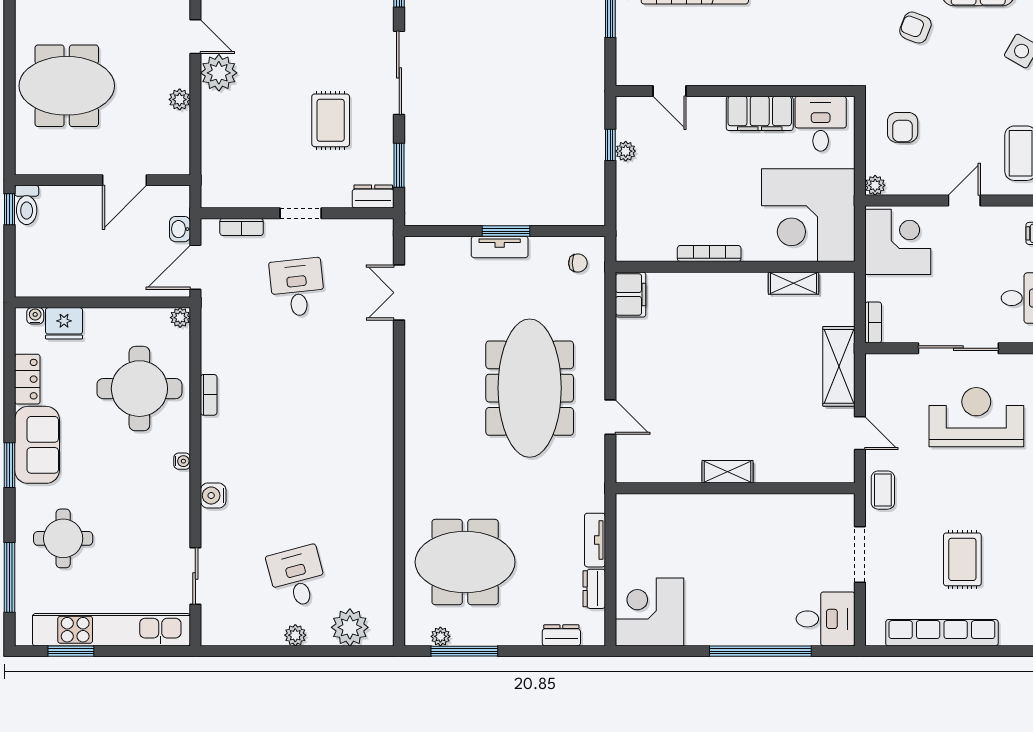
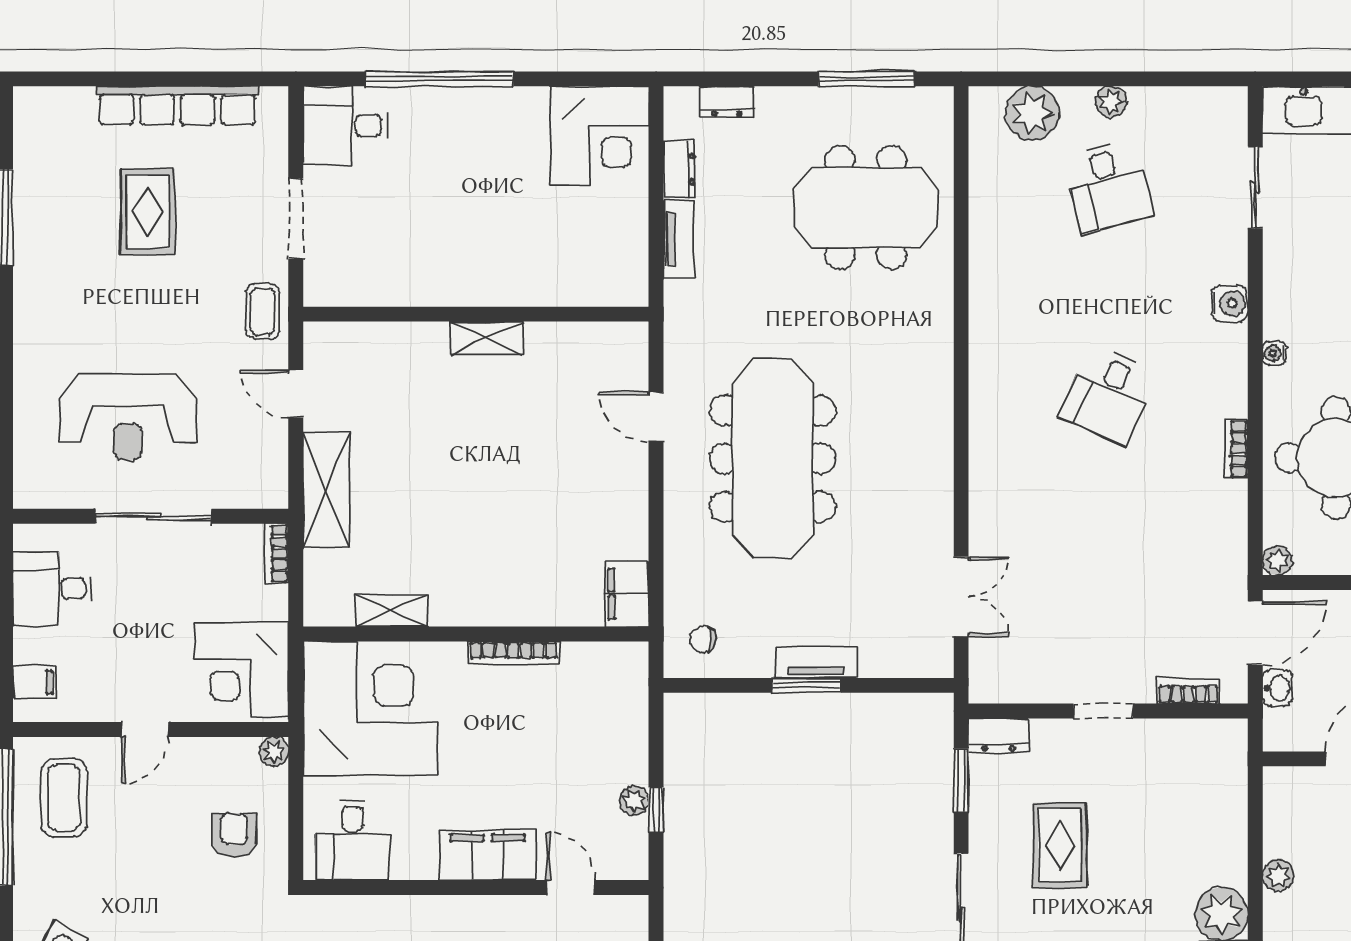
filing cabinet: (760, 113) -> (488, 855), moved
desk: (297, 287) -> (1108, 395), moved, turned 30
plant: (440, 636) -> (901, 100), removed

